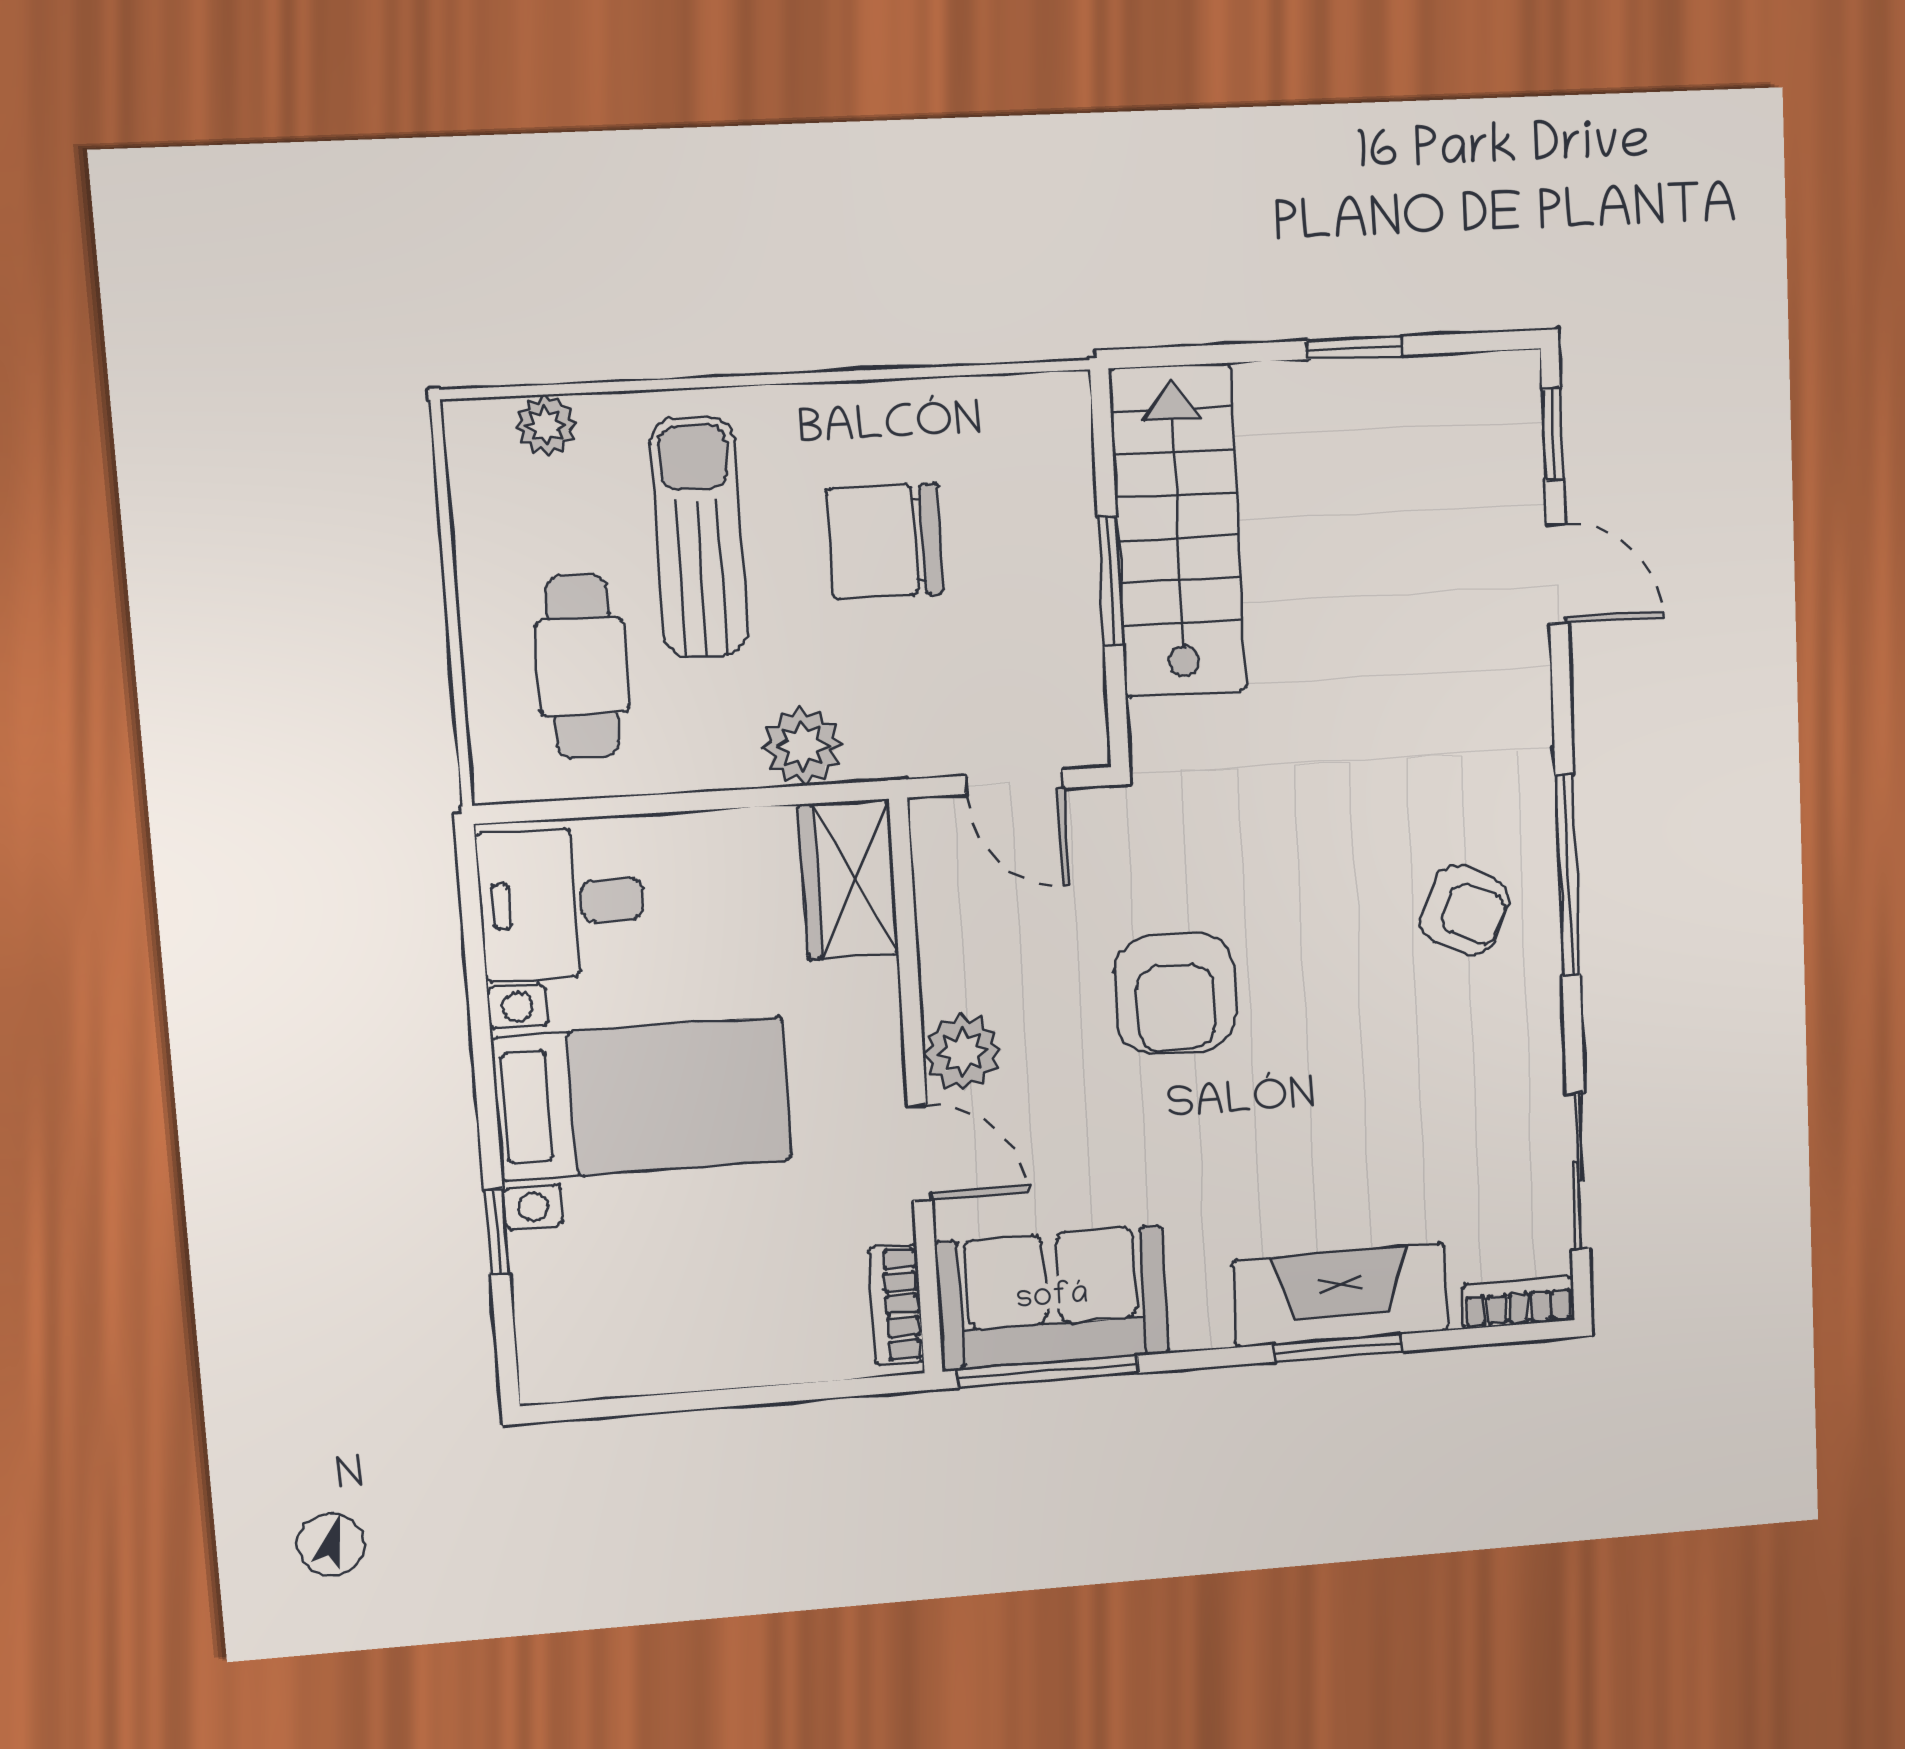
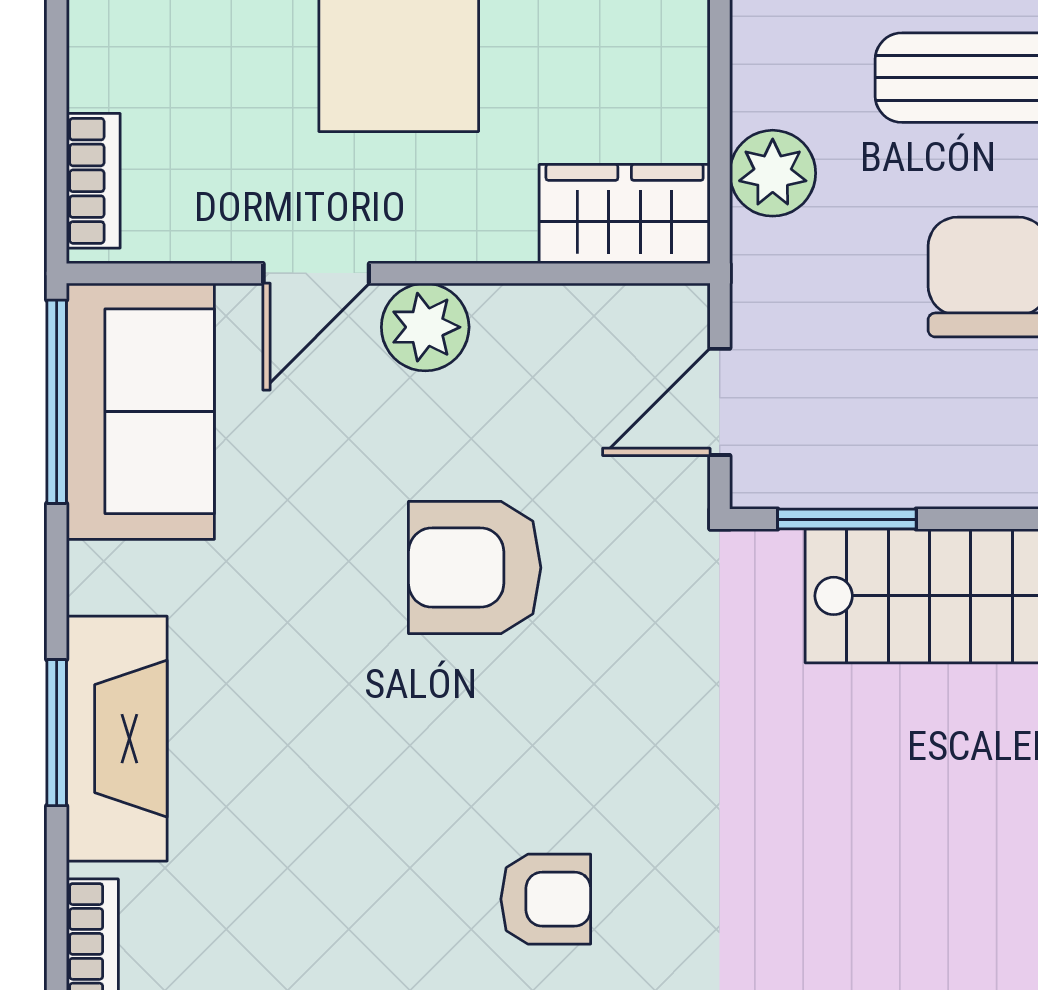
window: (1110, 581) -> (847, 519), moved
armchair: (1465, 910) -> (546, 899), turned -114
bookcase: (896, 1305) -> (93, 181), moved, turned 90

